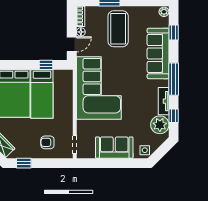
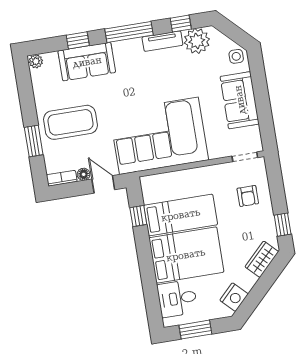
window: (174, 32) -> (78, 40), moved
sofa: (158, 53) -> (87, 62), width x0.73

